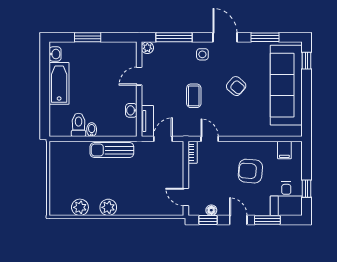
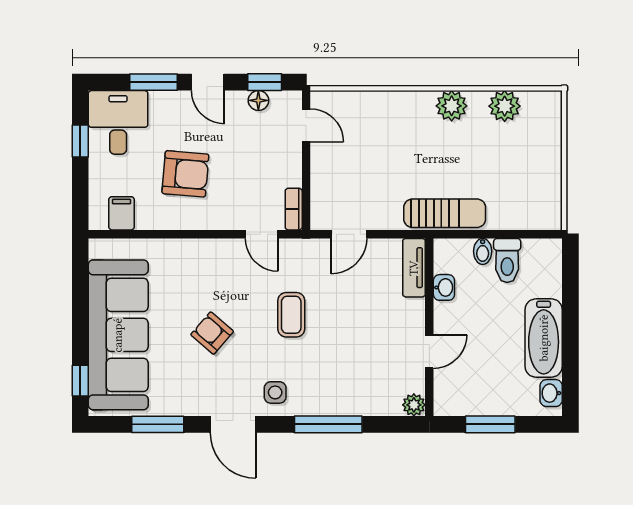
plant: (147, 48) -> (414, 405), moved
door: (139, 76) -> (429, 352), moved
wall: (139, 89) -> (429, 327), moved
washbasin: (131, 110) -> (444, 287), moved
tv unit: (147, 121) -> (414, 268), moved

